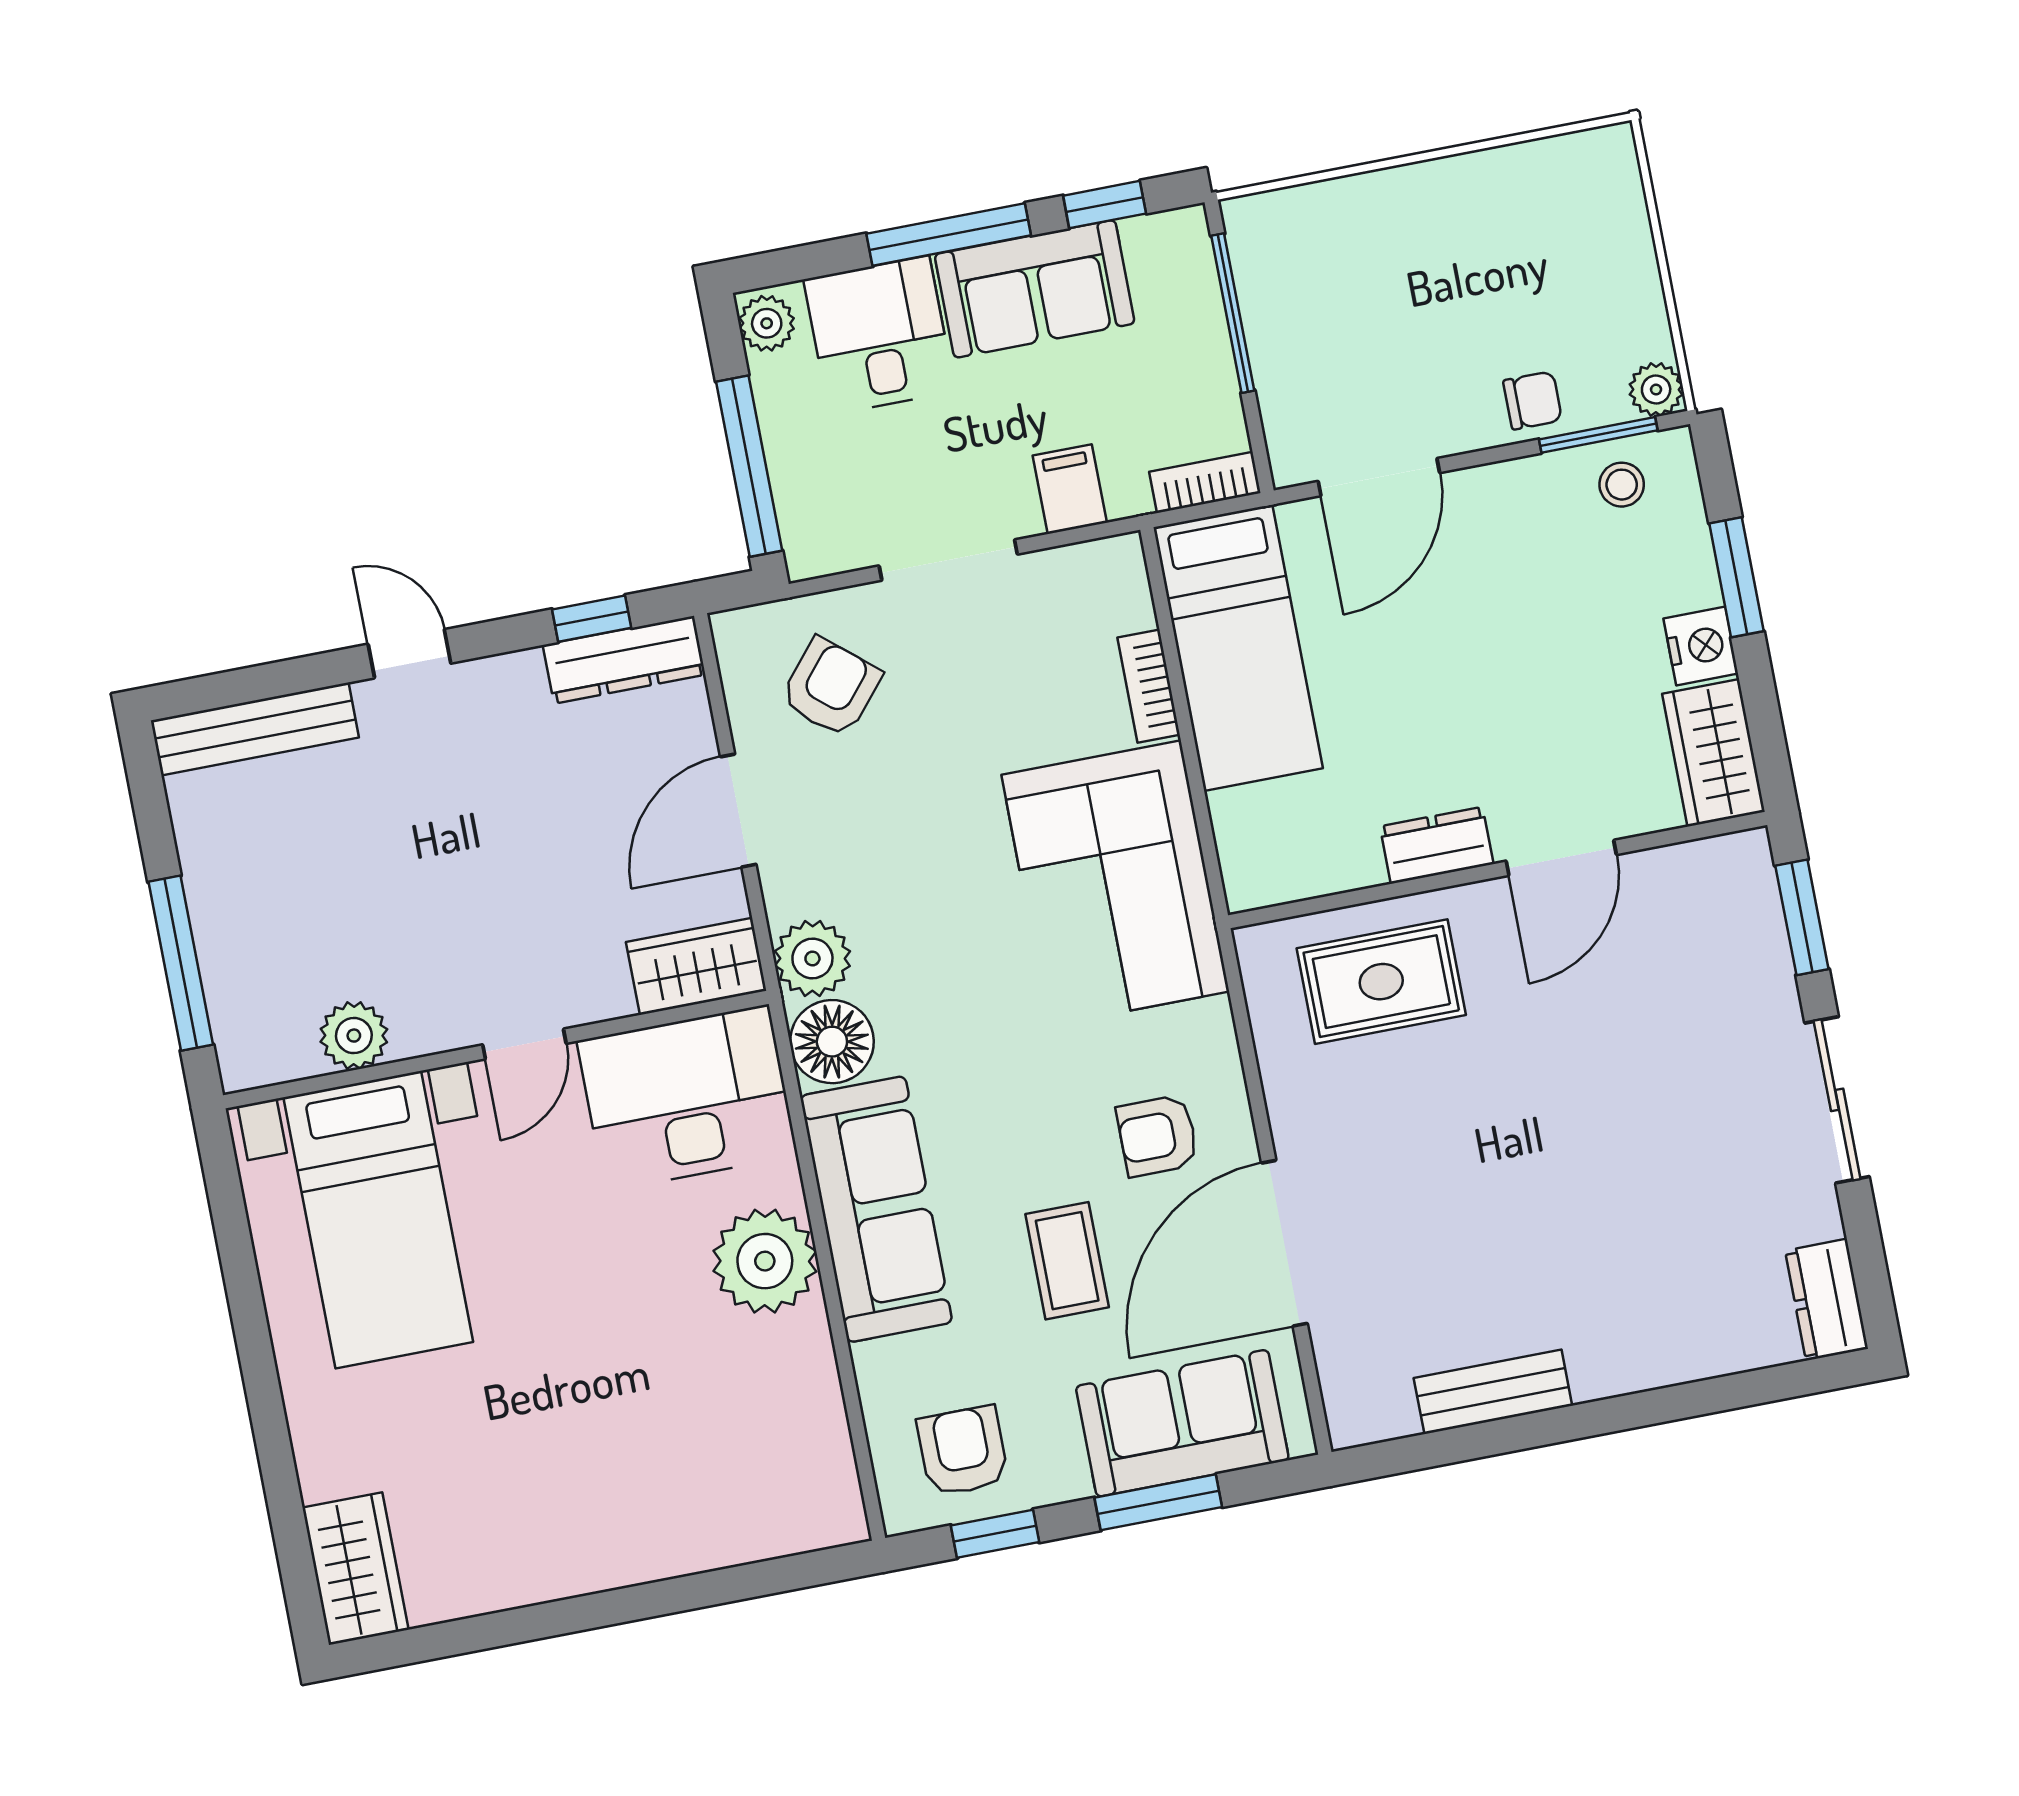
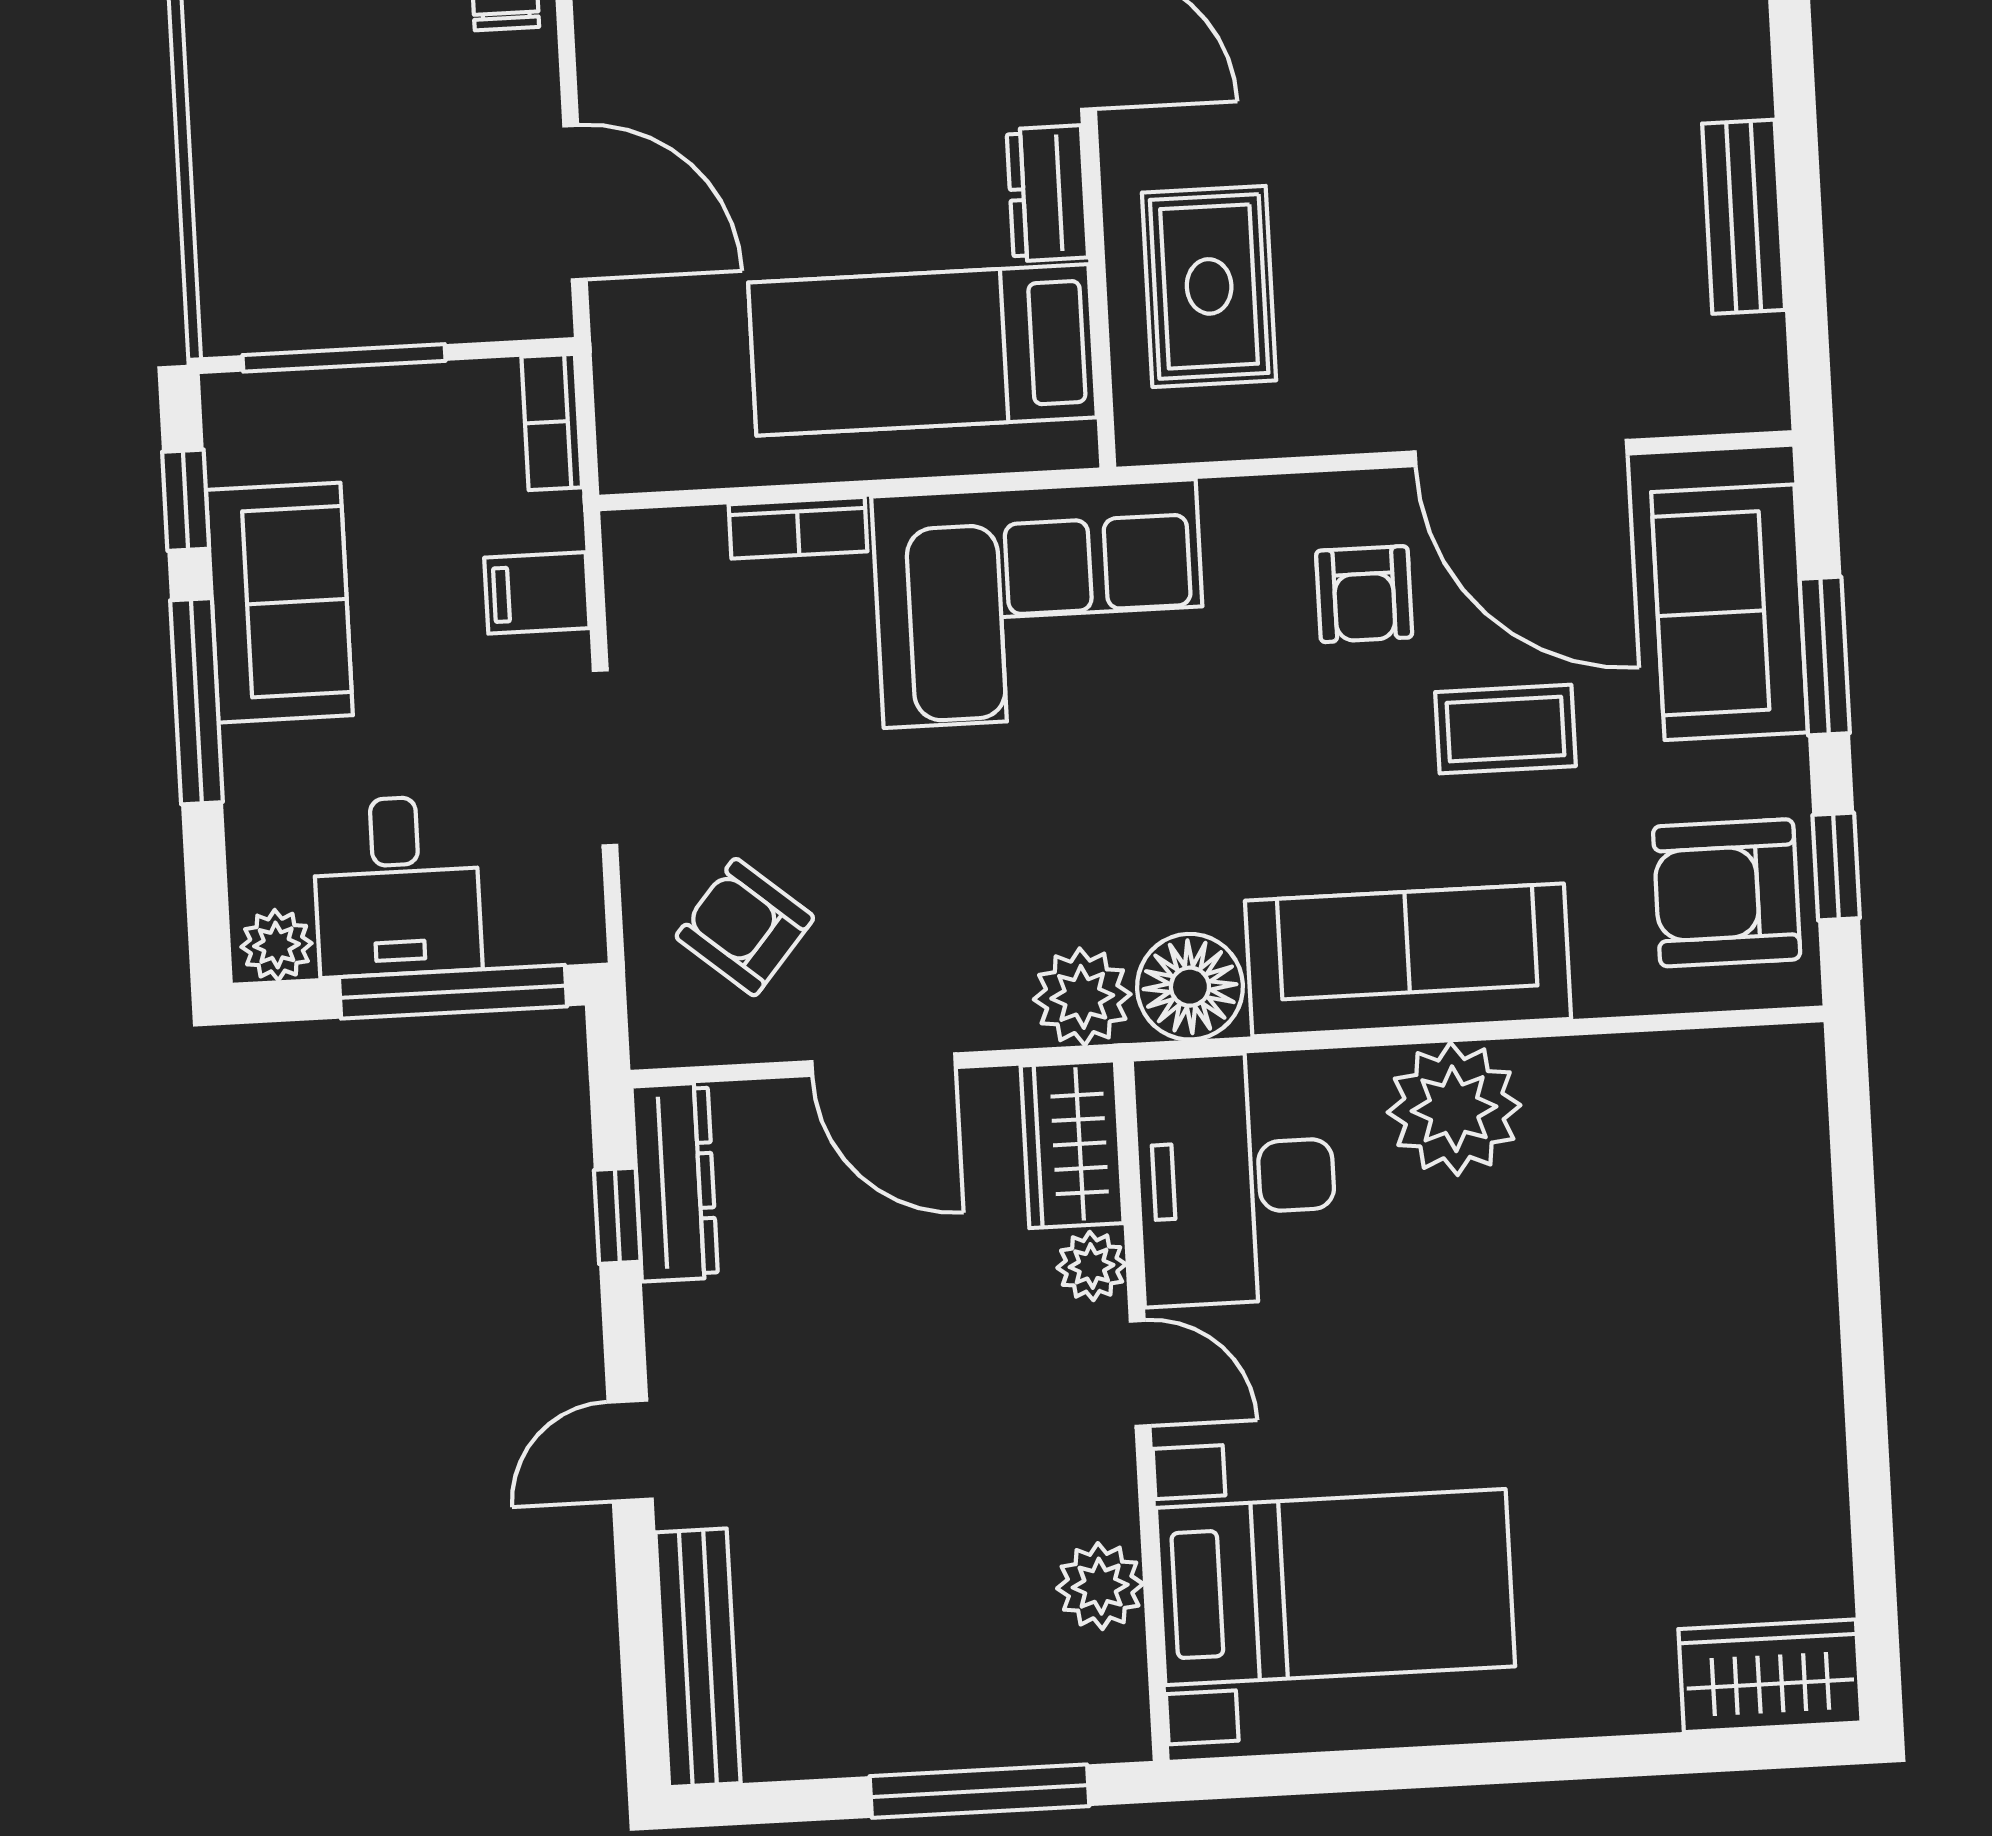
desk: (879, 335) -> (397, 886), moved, turned -90
bed: (1238, 648) -> (922, 350), moved, turned 180
plant: (603, 995) -> (1092, 1266), added
armchair: (963, 1451) -> (1727, 893), width x1.38, depth x1.38

